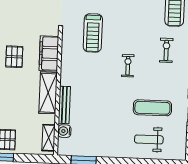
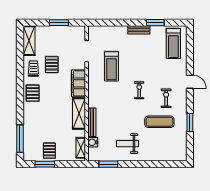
exercise bike: (166, 50) -> (166, 98), moved
pallet: (14, 57) -> (52, 65), moved
weight bench: (149, 139) -> (128, 144), moved

